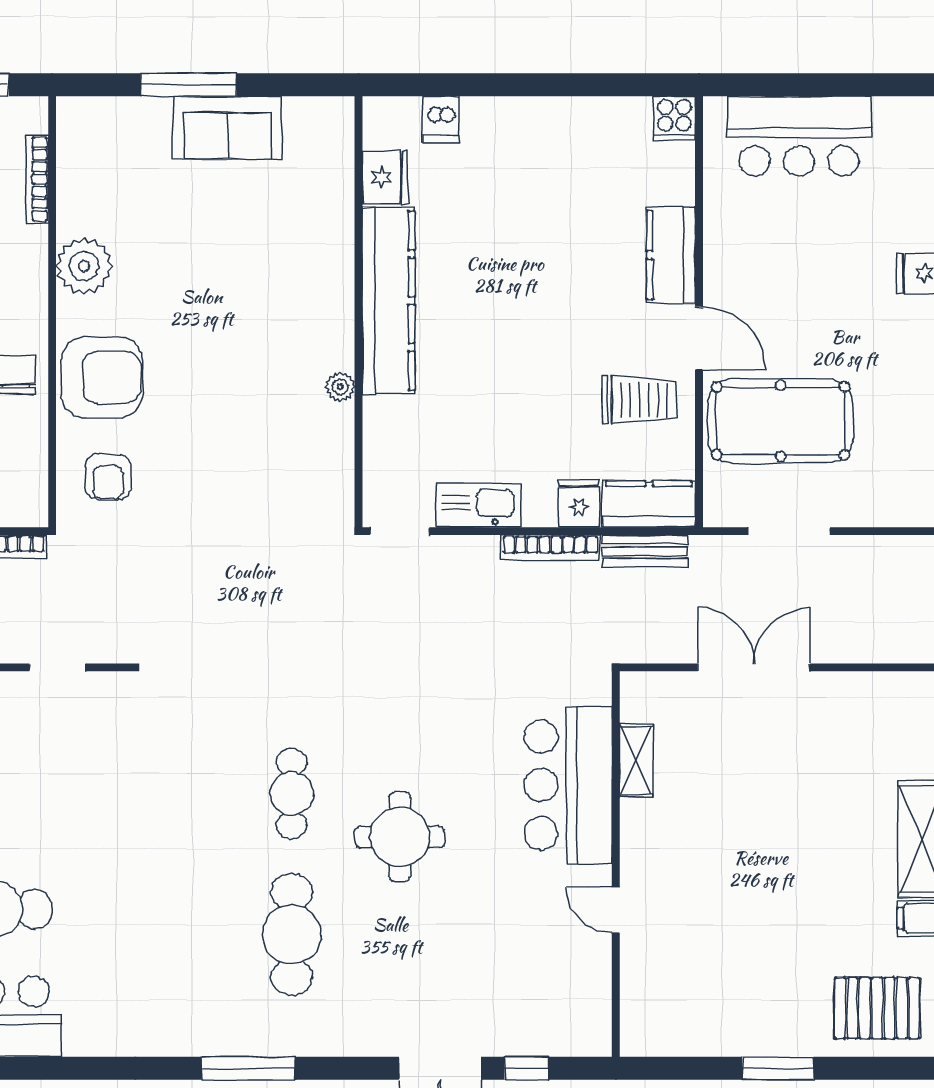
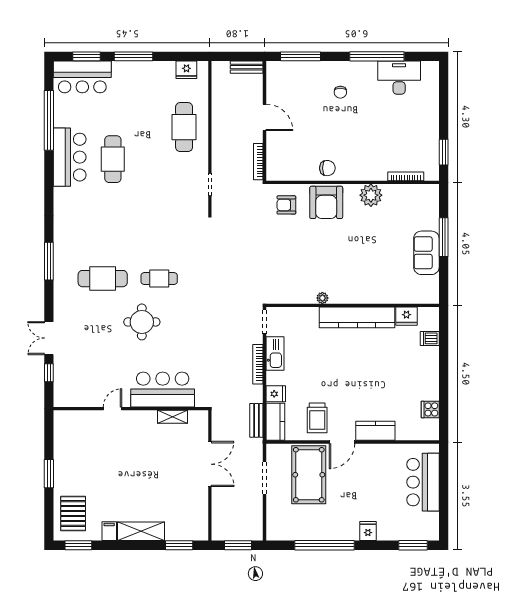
cooker: (674, 118) -> (430, 409), moved
bookcase: (550, 548) -> (258, 364), moved

